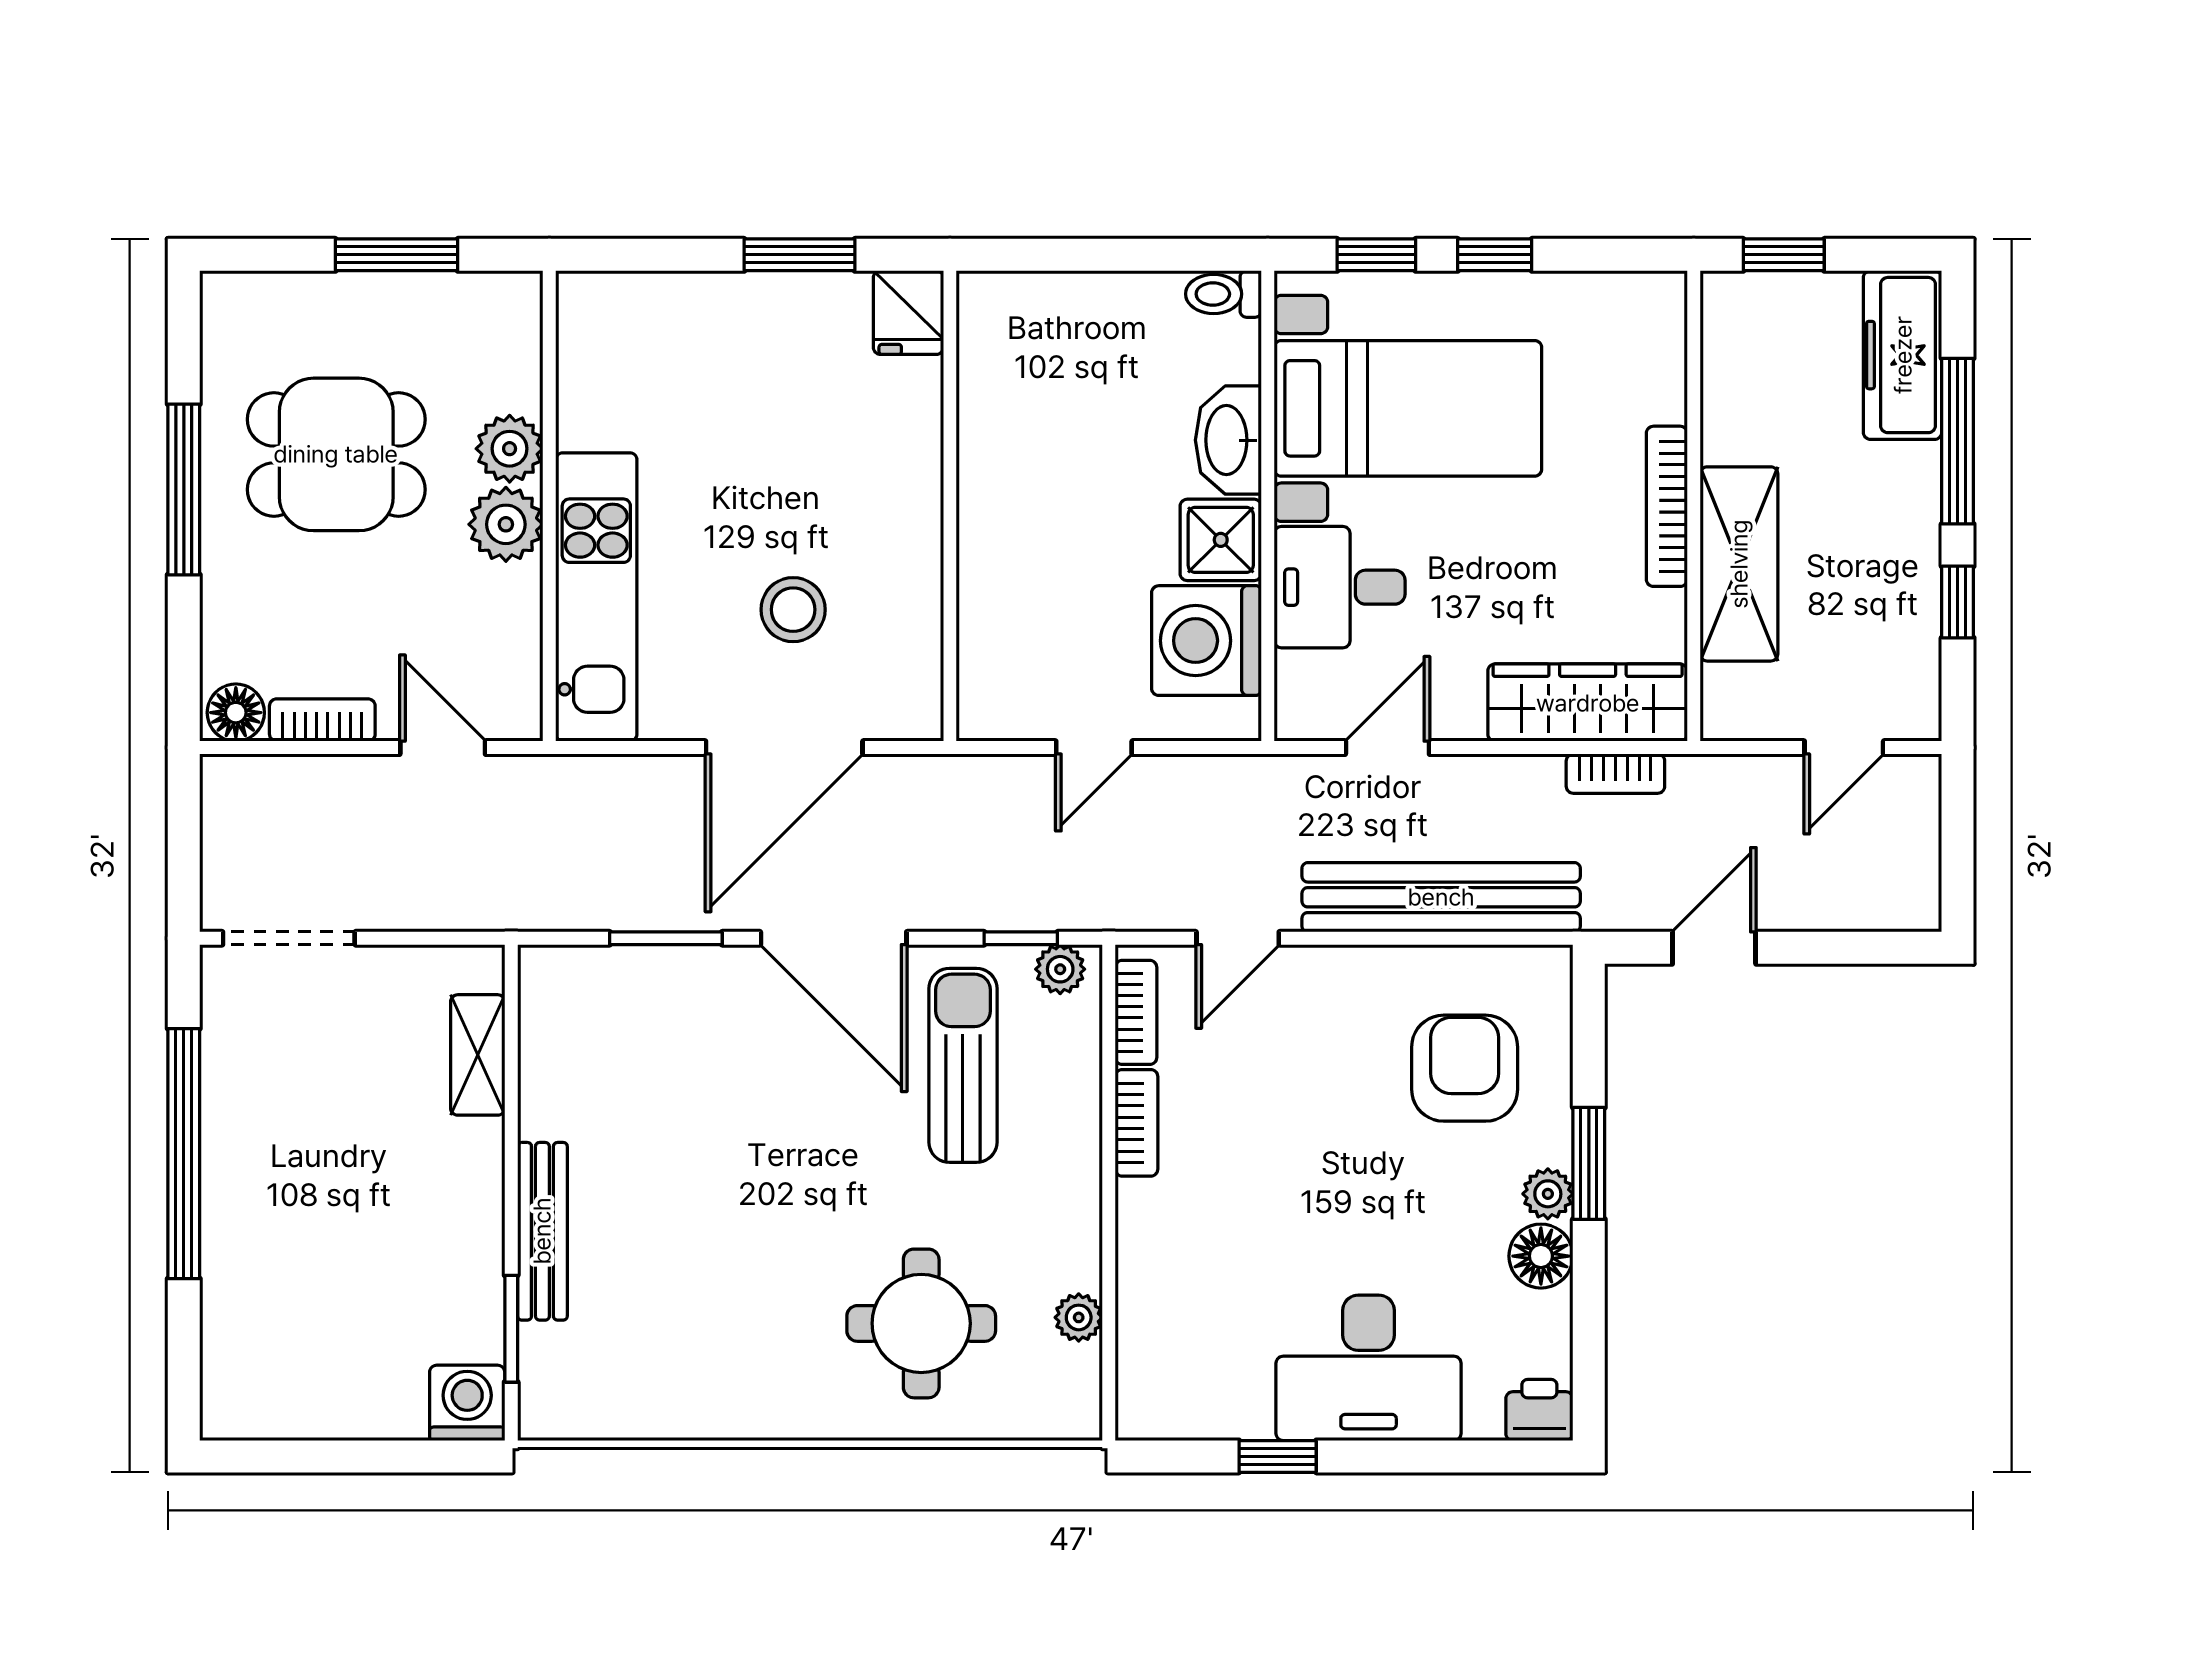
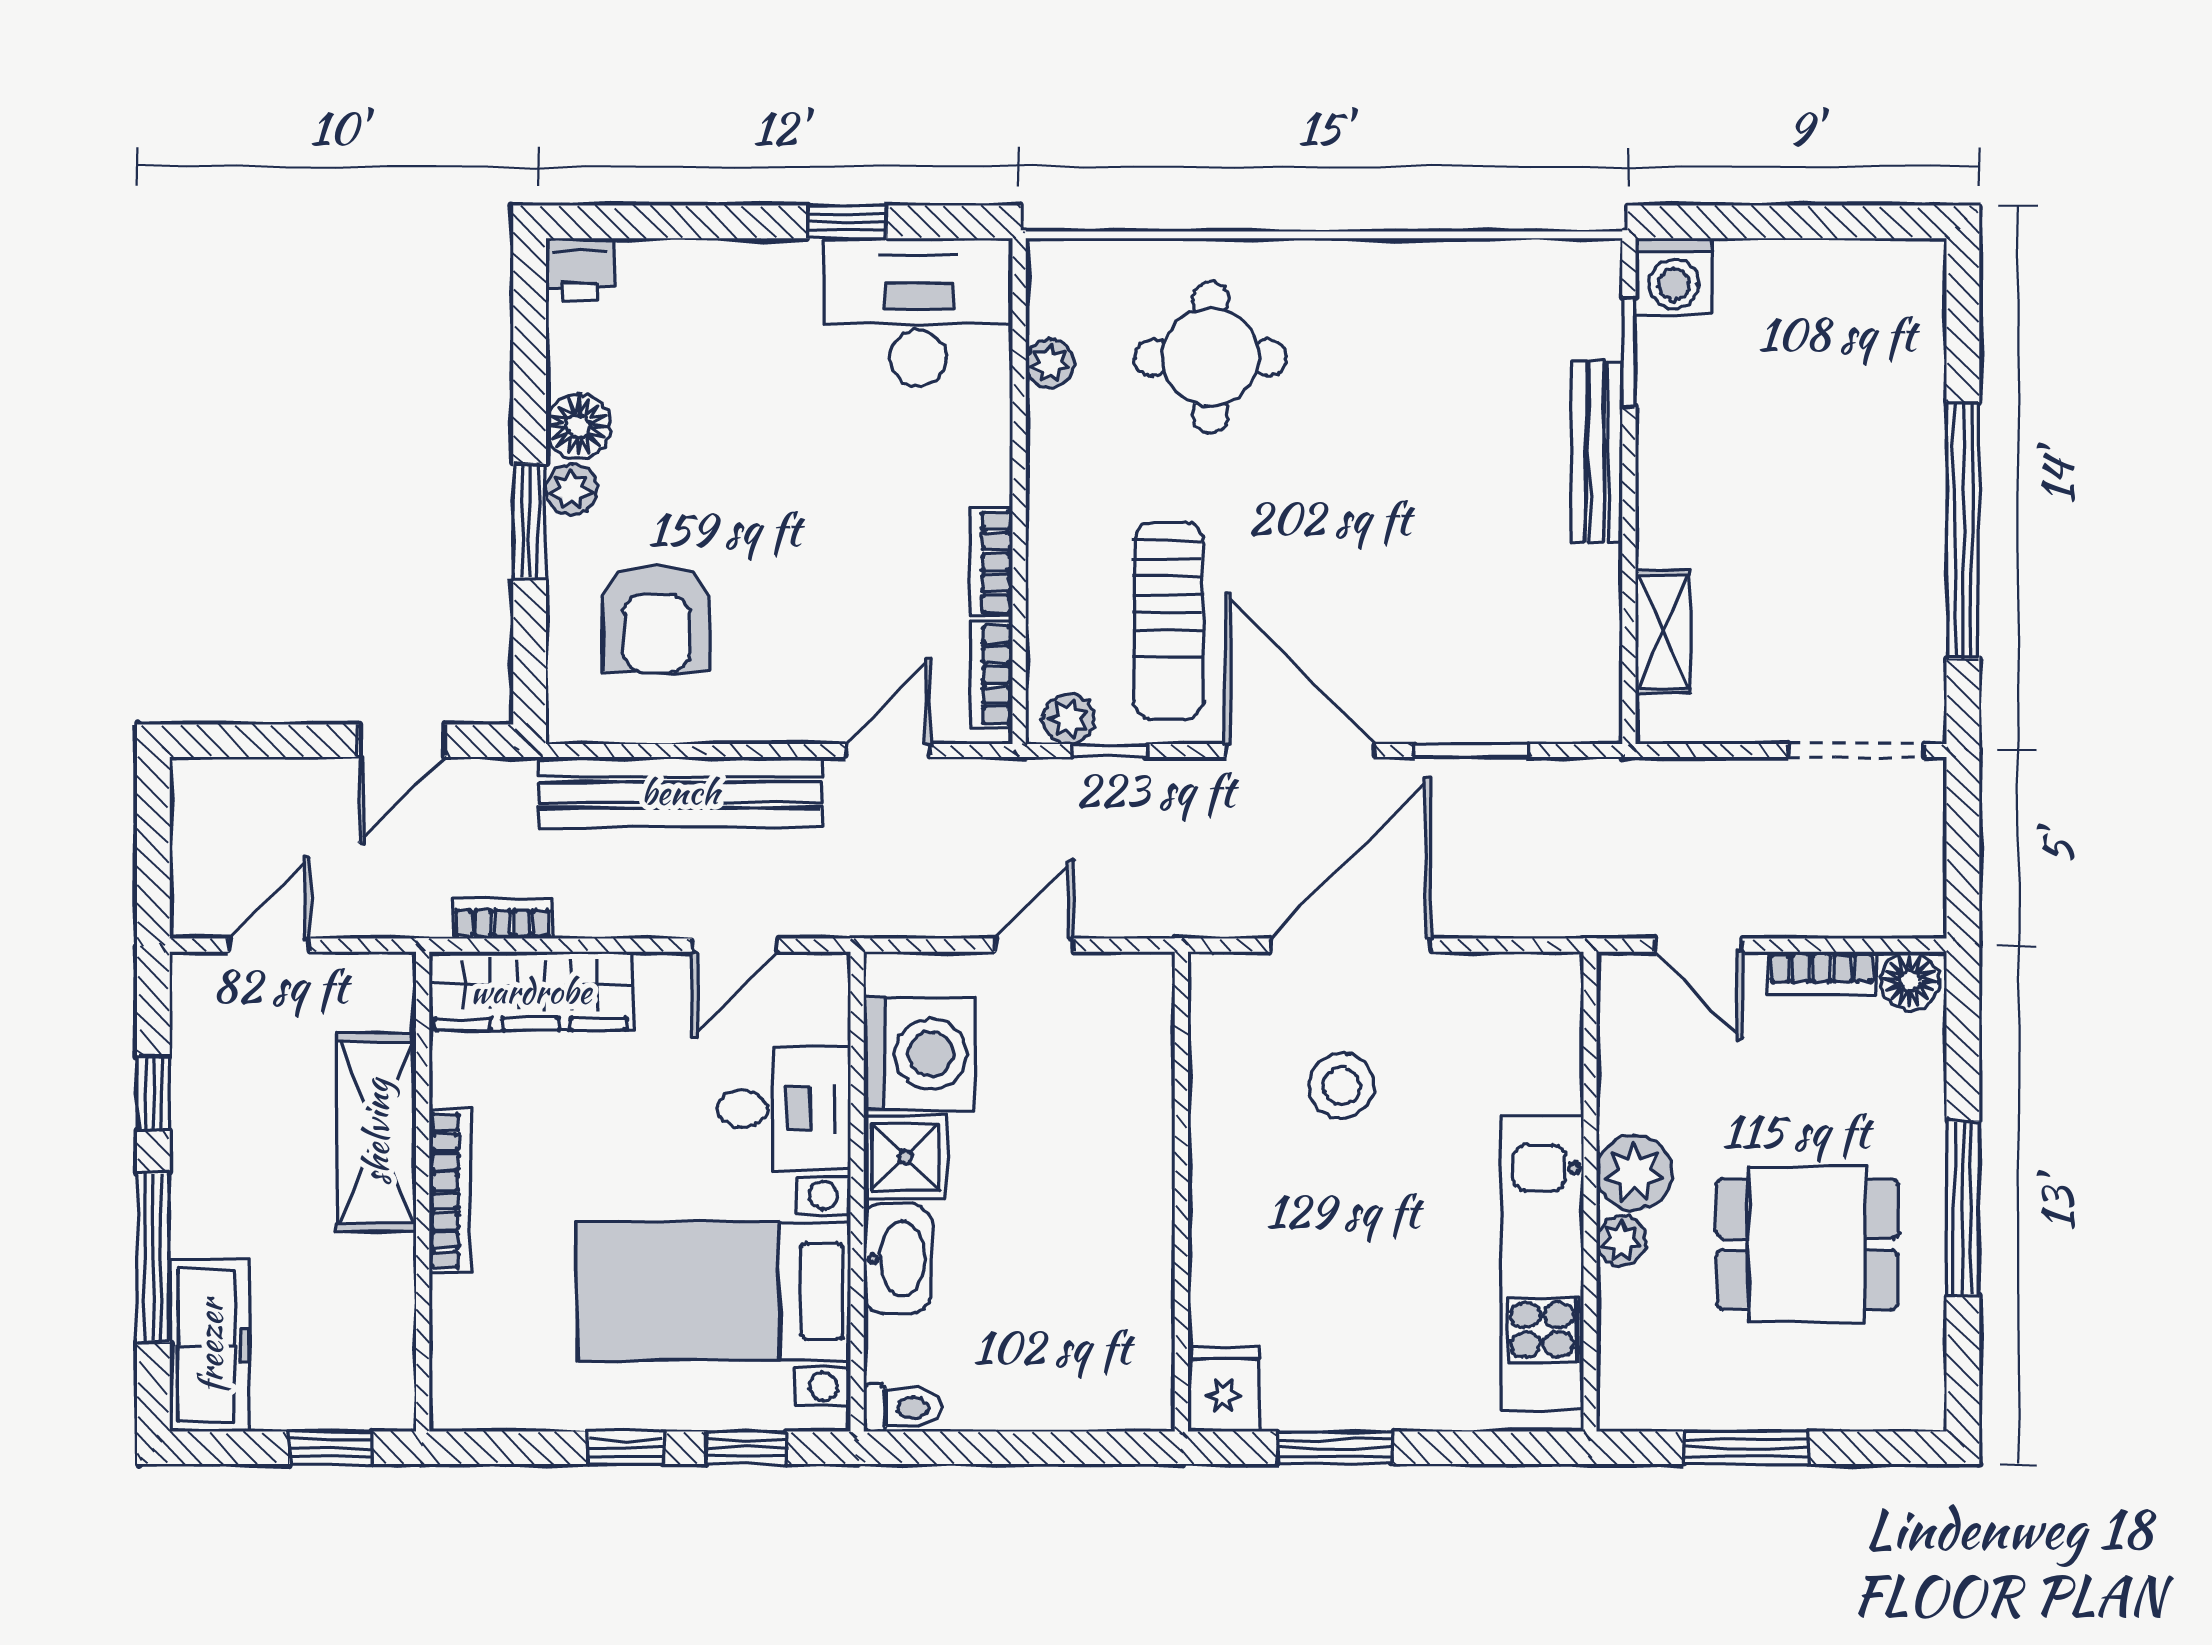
plant: (510, 449) -> (1621, 1241), width x0.73, depth x0.73
kitchen unit: (596, 597) -> (1542, 1262), moved
desk: (1369, 1368) -> (918, 312), moved

